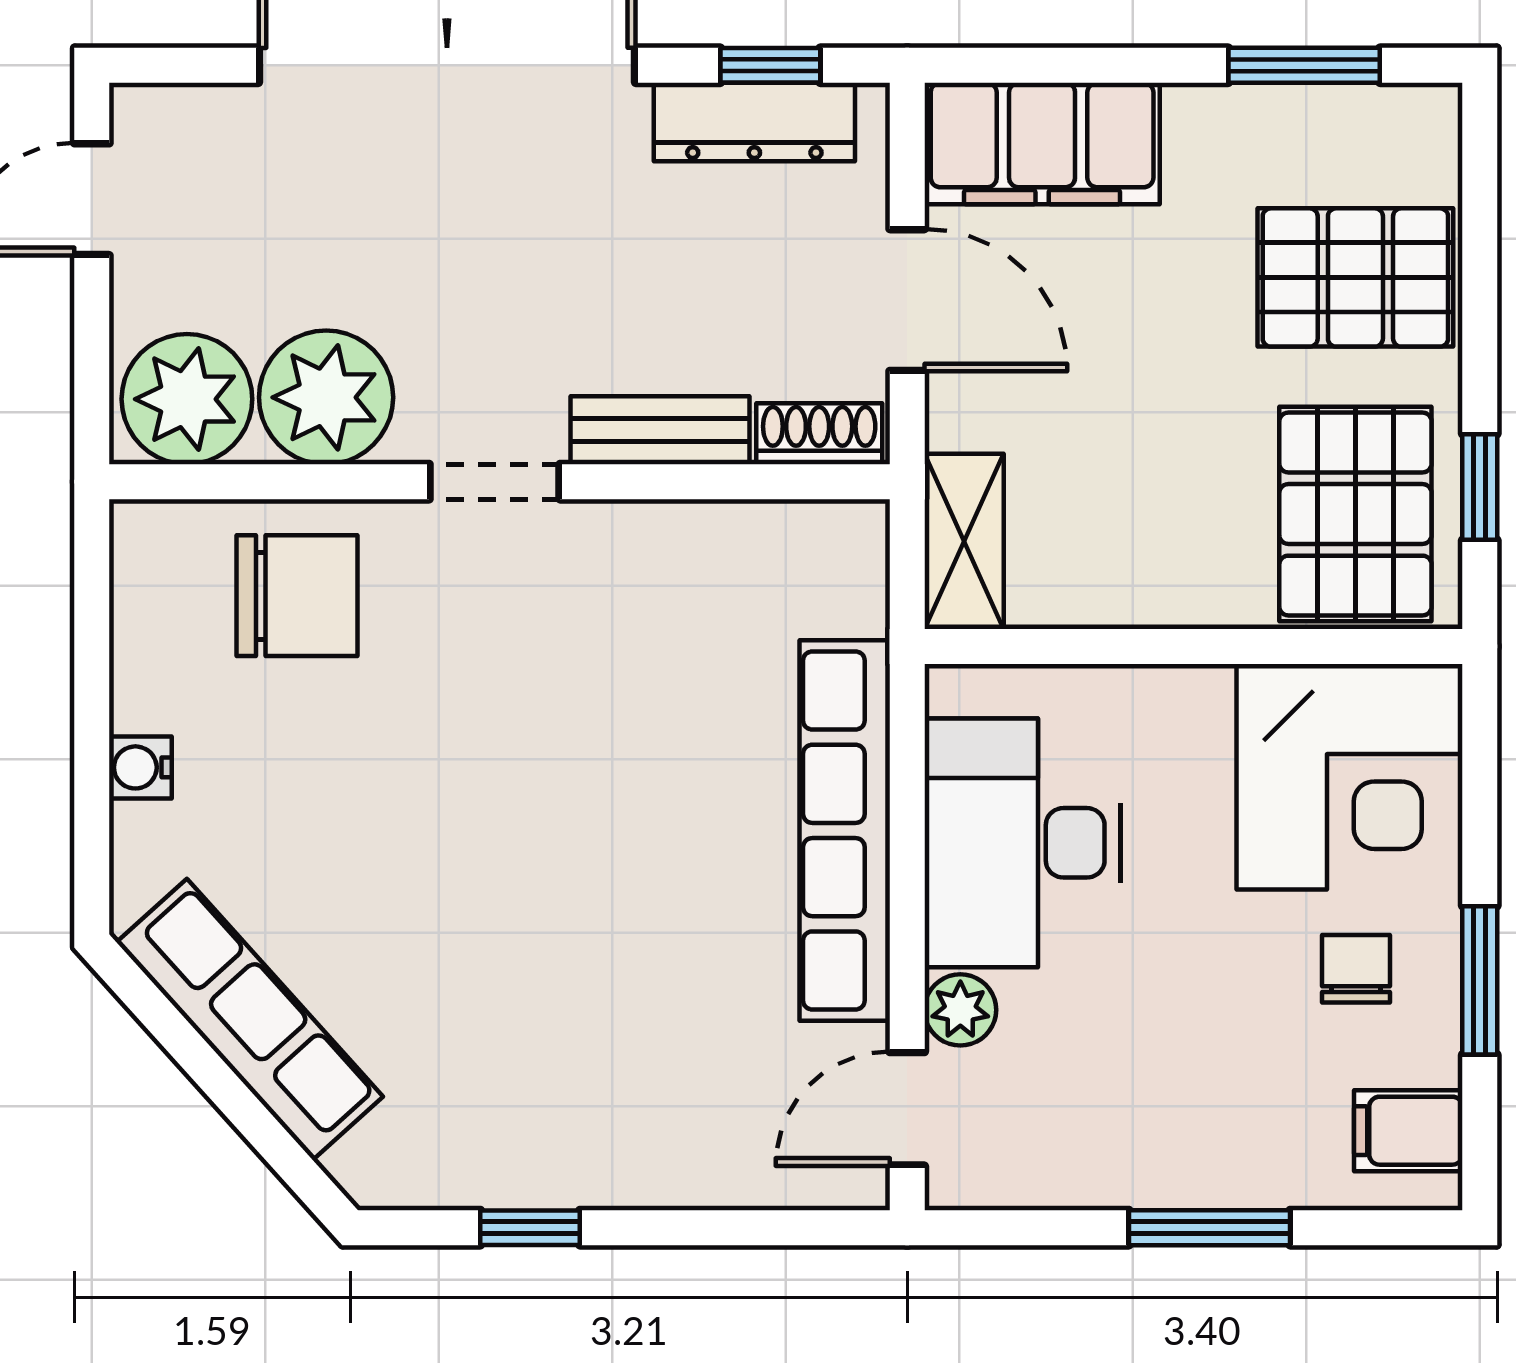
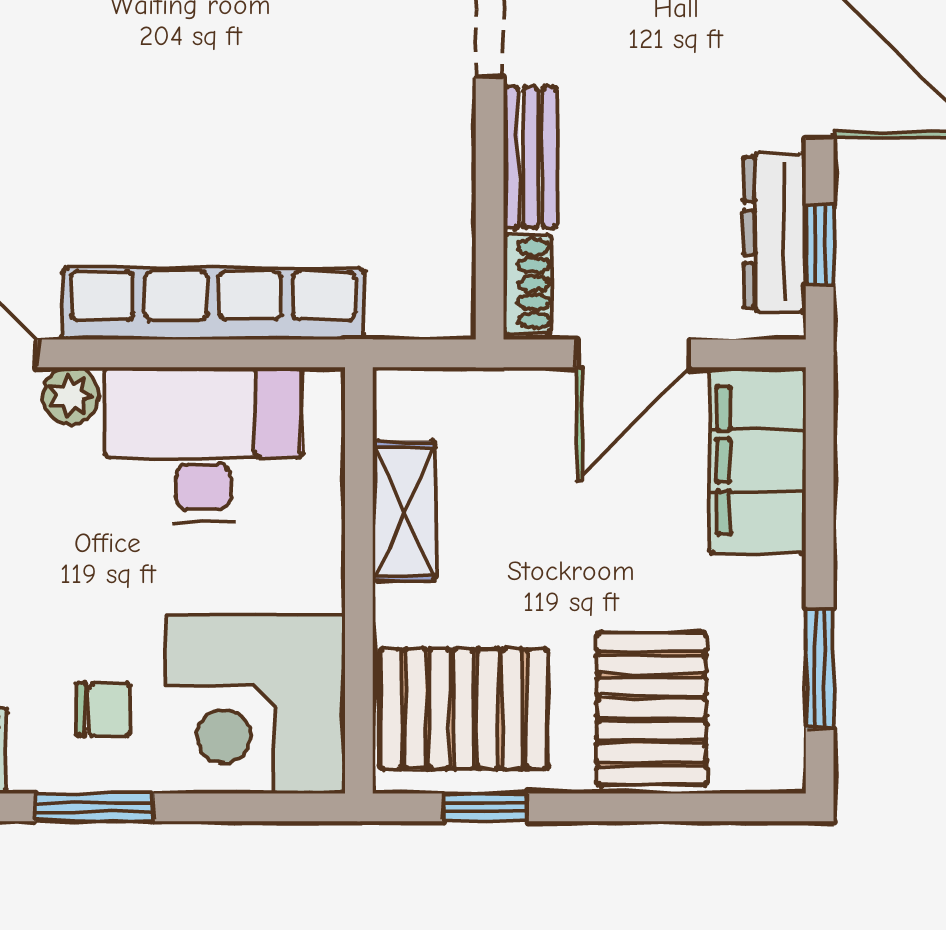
shelving: (964, 541) -> (404, 511), moved, turned 90

